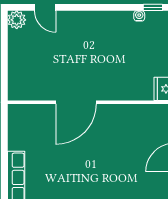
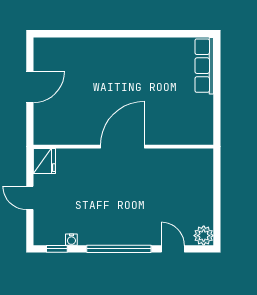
window: (95, 7) -> (119, 249), added
door: (76, 102) -> (122, 147), moved

